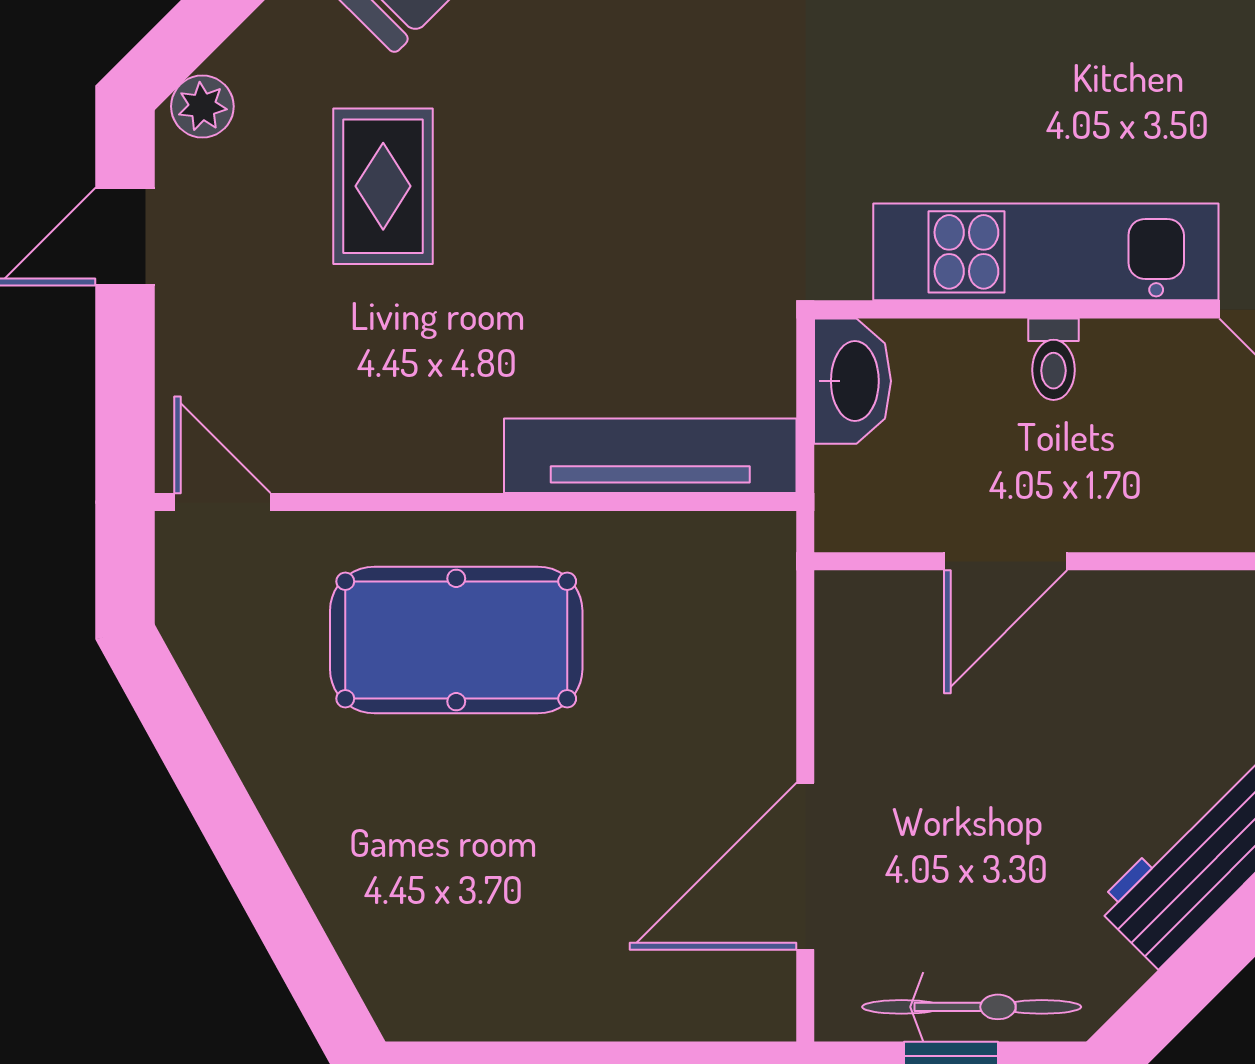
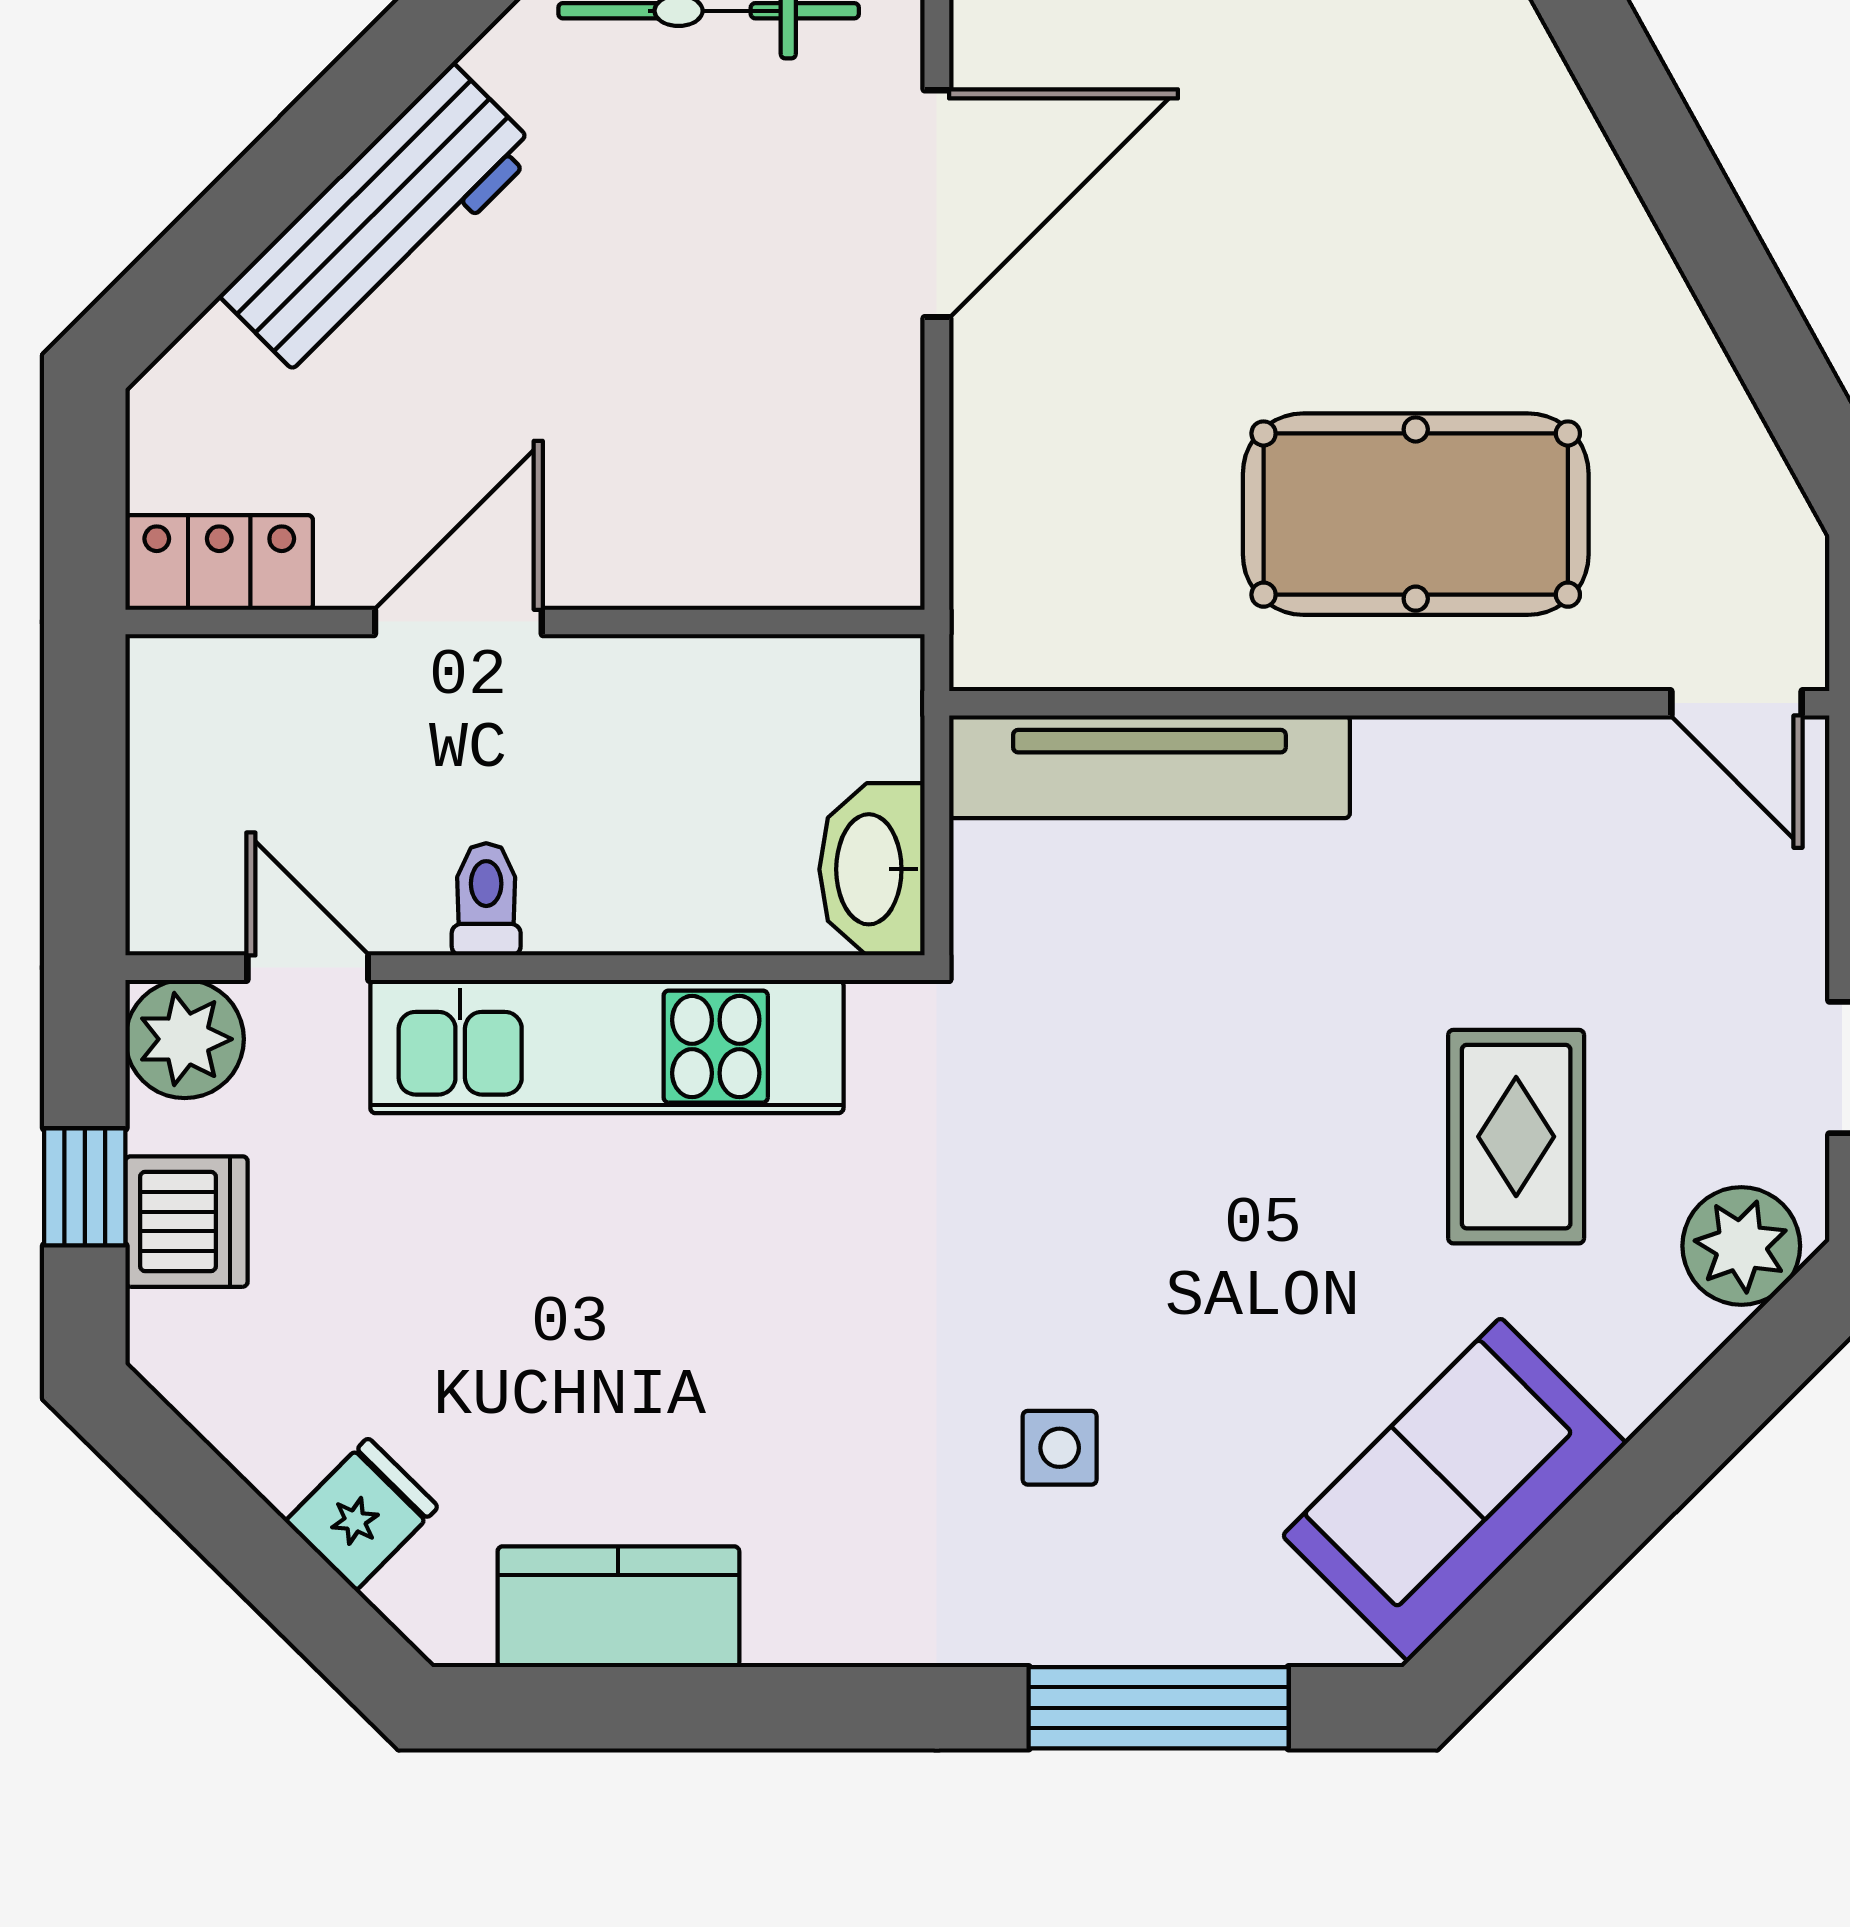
plant: (202, 106) -> (1741, 1246), width x1.38, depth x1.38
toilet: (1053, 359) -> (486, 899), moved
door: (1006, 561) -> (458, 622), moved

